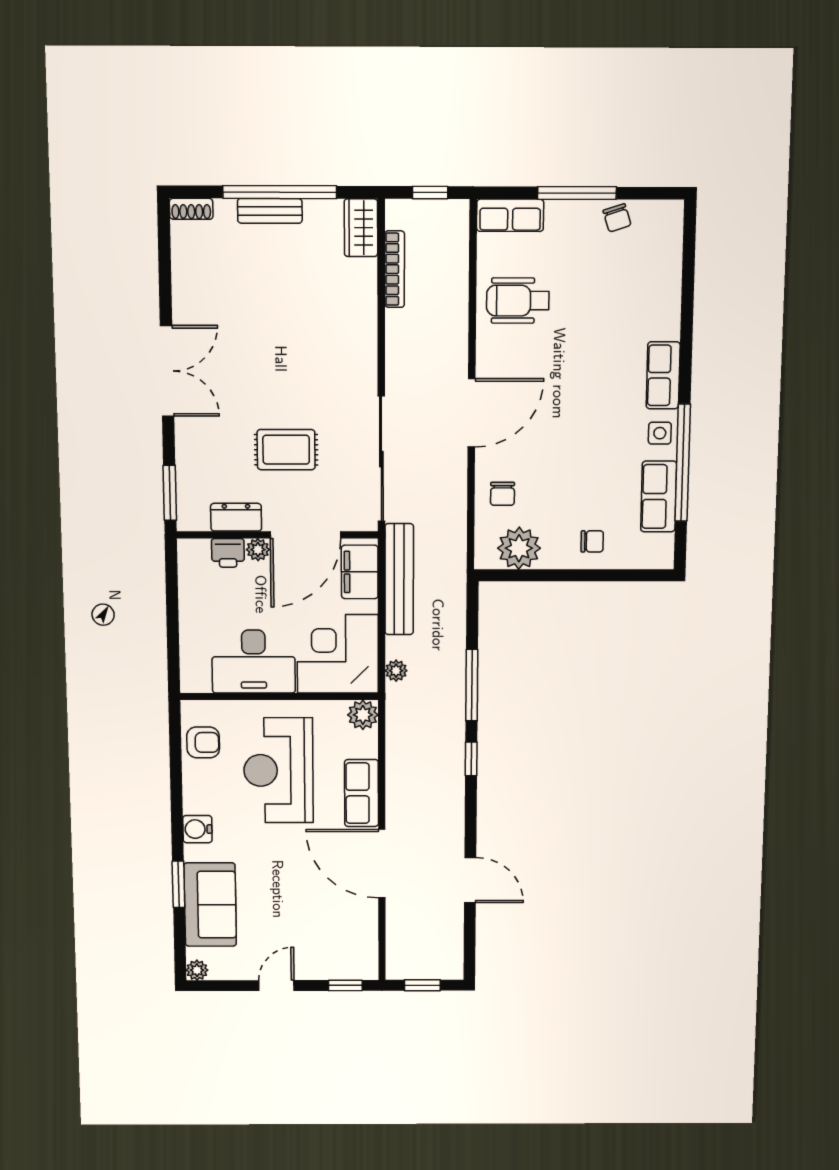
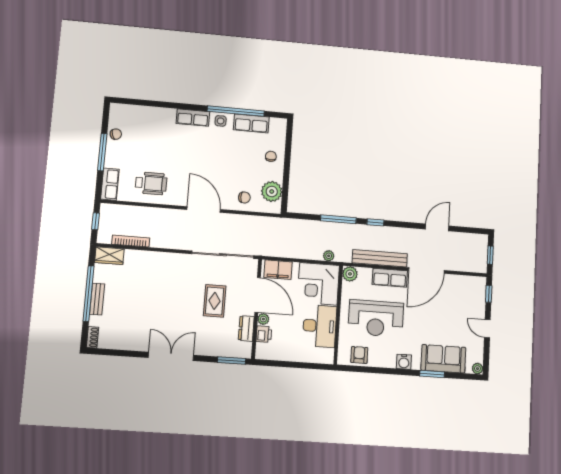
wheelchair: (518, 301) -> (151, 183), turned -90
bench: (399, 579) -> (380, 258), moved

